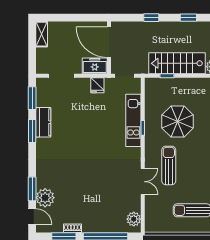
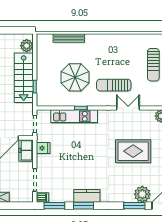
dishwasher: (42, 85) -> (43, 197), added
kitchen counter: (43, 122) -> (87, 196), moved
rug: (94, 187) -> (133, 151), added

